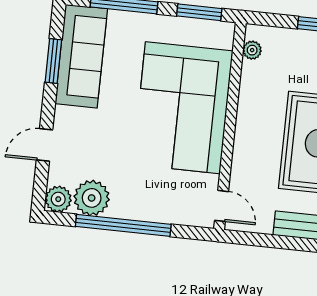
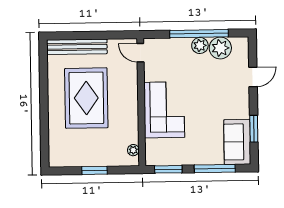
sofa: (81, 56) -> (237, 142), width x0.73
corner sofa: (183, 108) -> (164, 110), width x0.73, depth x0.74
plant: (58, 199) -> (200, 45), moved

